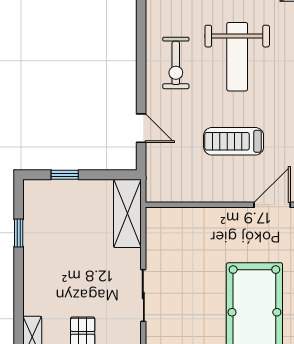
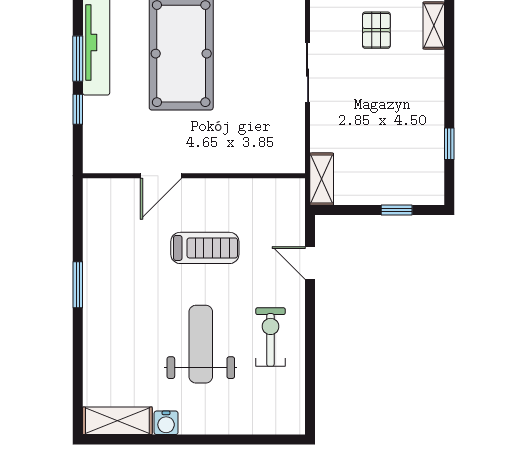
shelving: (127, 213) -> (322, 179), width x0.67, depth x0.75

